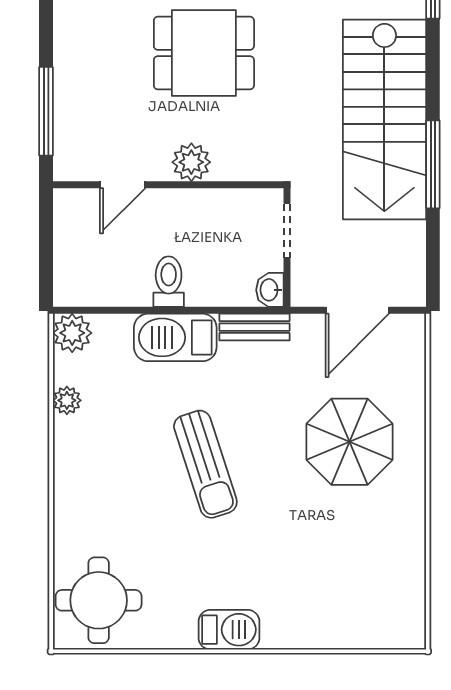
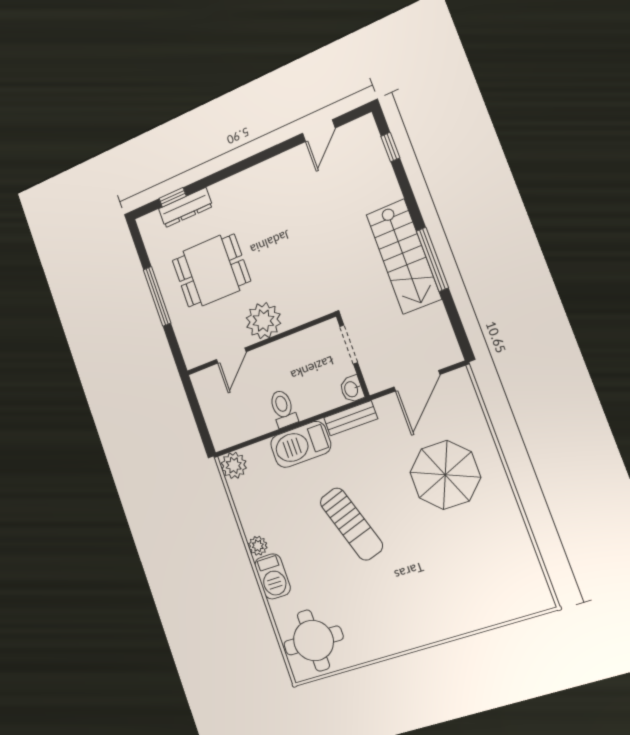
dining table: (204, 53) -> (211, 271), moved
window: (46, 111) -> (157, 296), moved
stairs: (384, 119) -> (404, 257), width x0.73, depth x0.66
plant: (191, 162) -> (263, 321), width x1.36, depth x1.36
plant: (67, 400) -> (258, 546), moved
barbecue: (229, 630) -> (273, 576), moved, turned 90

